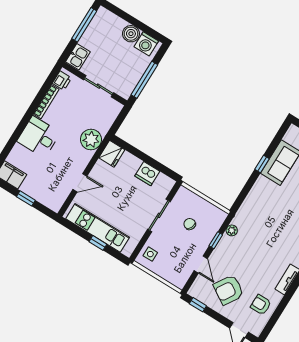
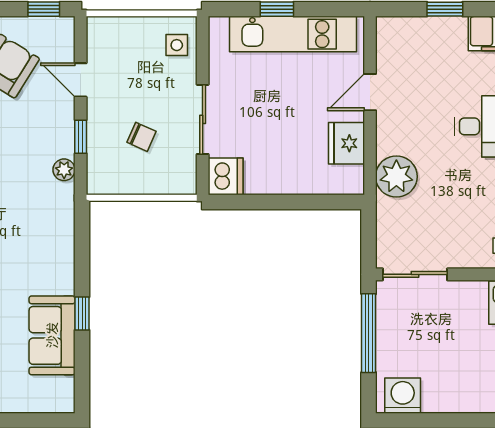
boiler: (131, 34) -> (439, 397), removed
sliding door: (99, 86) -> (415, 274), moved
fridge: (112, 154) -> (346, 143), moved
dishwasher: (147, 174) -> (226, 176), moved, turned 90

